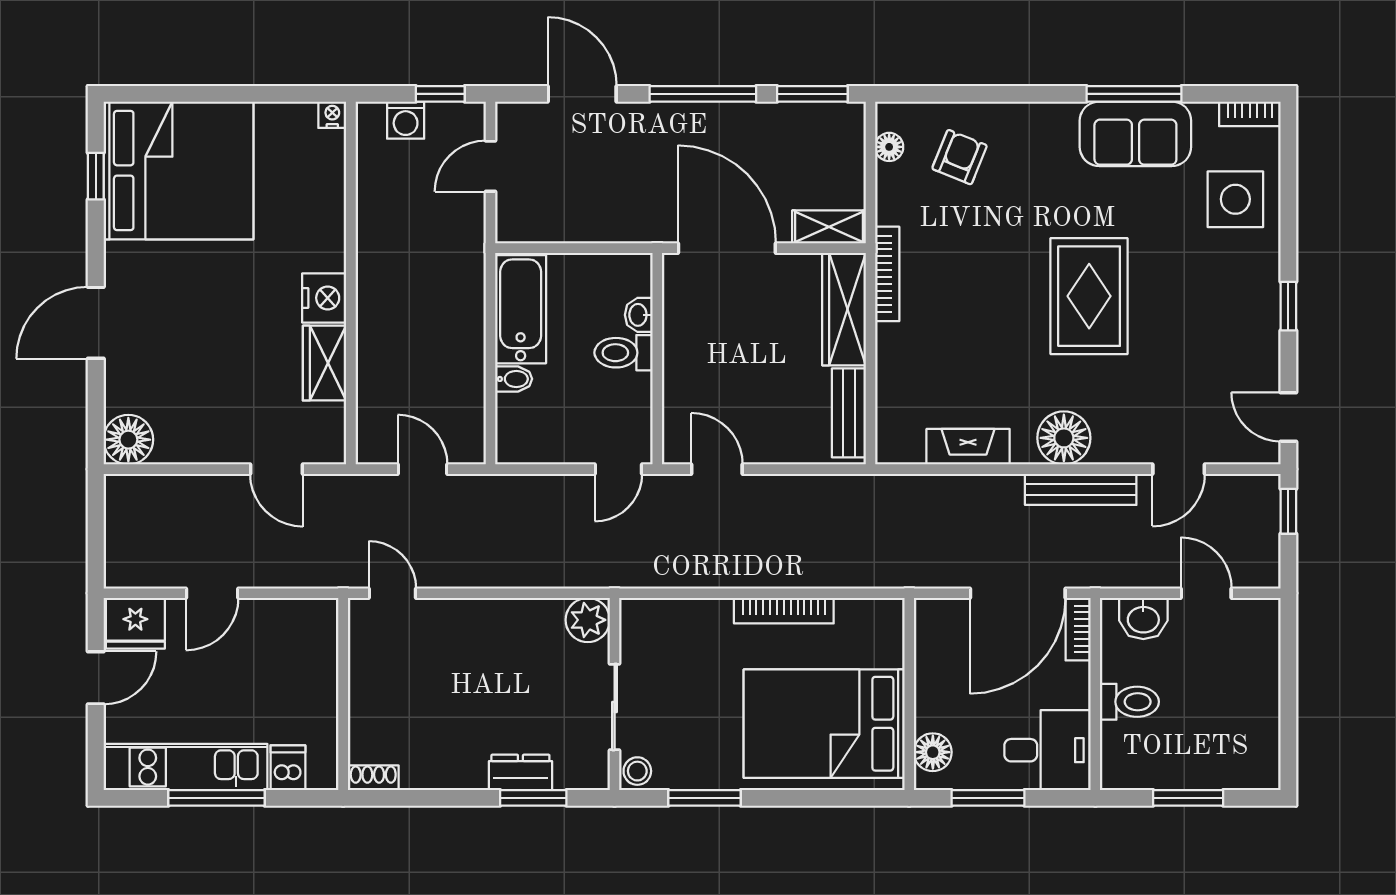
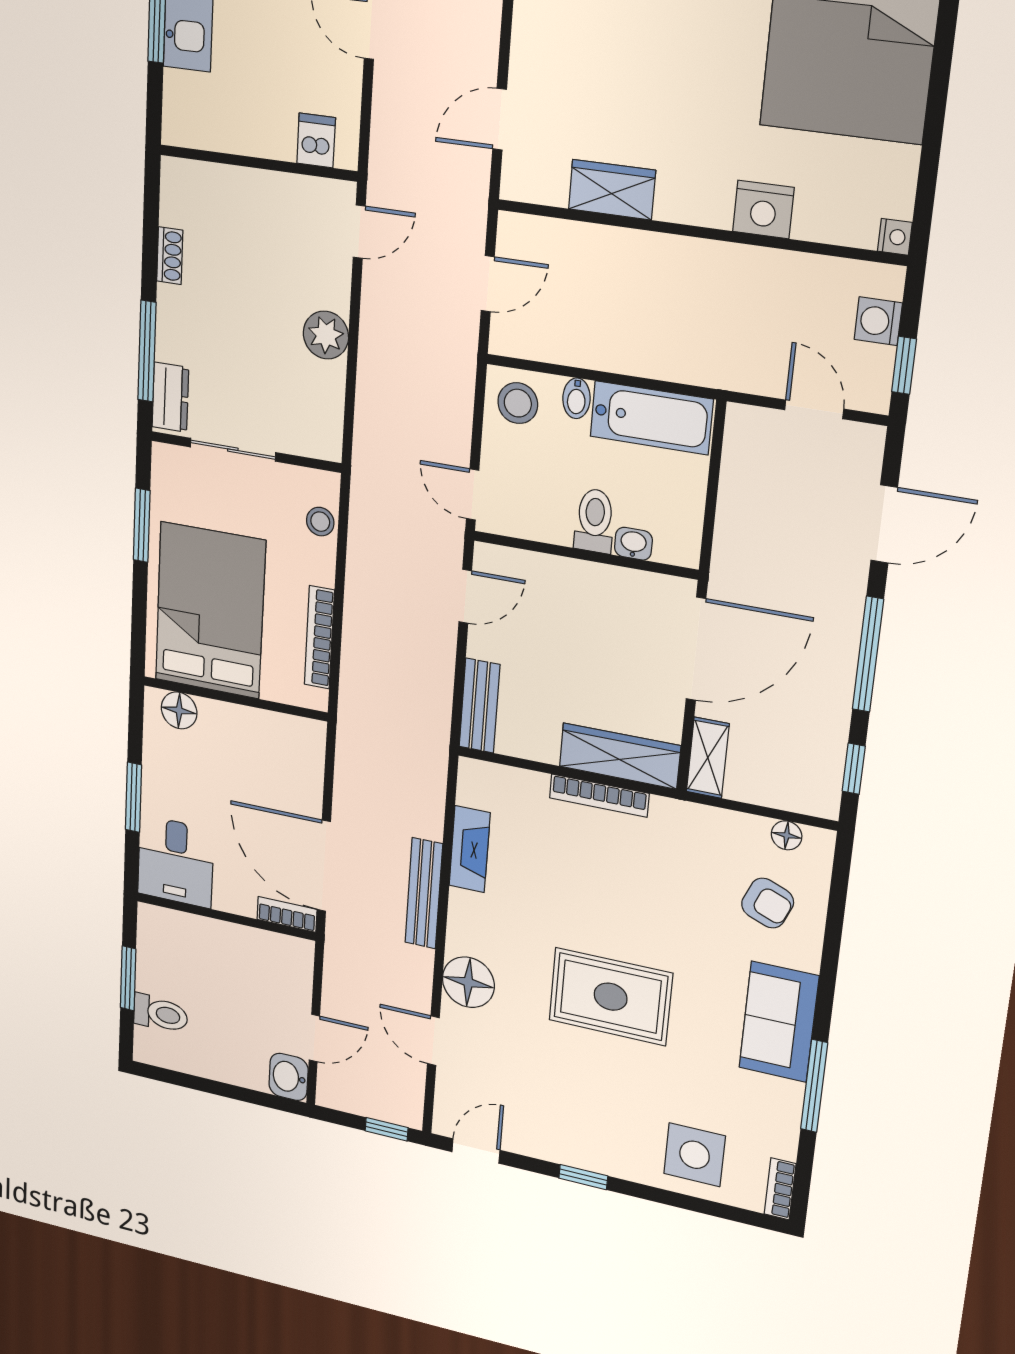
window: (812, 94) -> (854, 769), width x0.67
sofa: (1135, 134) -> (779, 1022), moved
bookcase: (887, 274) -> (599, 796), moved
nightstand: (324, 298) -> (763, 210), moved
bench: (849, 413) -> (480, 706), moved, turned 90
stool: (527, 433) -> (518, 403), added
floor lamp: (1064, 438) -> (468, 982), moved
bench: (1081, 489) -> (424, 893), moved
washbasin: (1143, 618) -> (289, 1077), moved
plant: (588, 620) -> (326, 335), moved
wall: (909, 694) -> (235, 699), moved
toilet: (1129, 702) -> (161, 1014), moved, turned -90
bed: (824, 724) -> (210, 611), moved
floor lamp: (933, 752) -> (179, 710), moved
dishwasher: (288, 768) -> (316, 140), moved, turned -90
stool: (637, 771) -> (320, 522), moved
dresser: (520, 772) -> (170, 397), moved
shoe rack: (373, 778) -> (170, 256), moved
window: (533, 798) -> (147, 351), width x1.44

